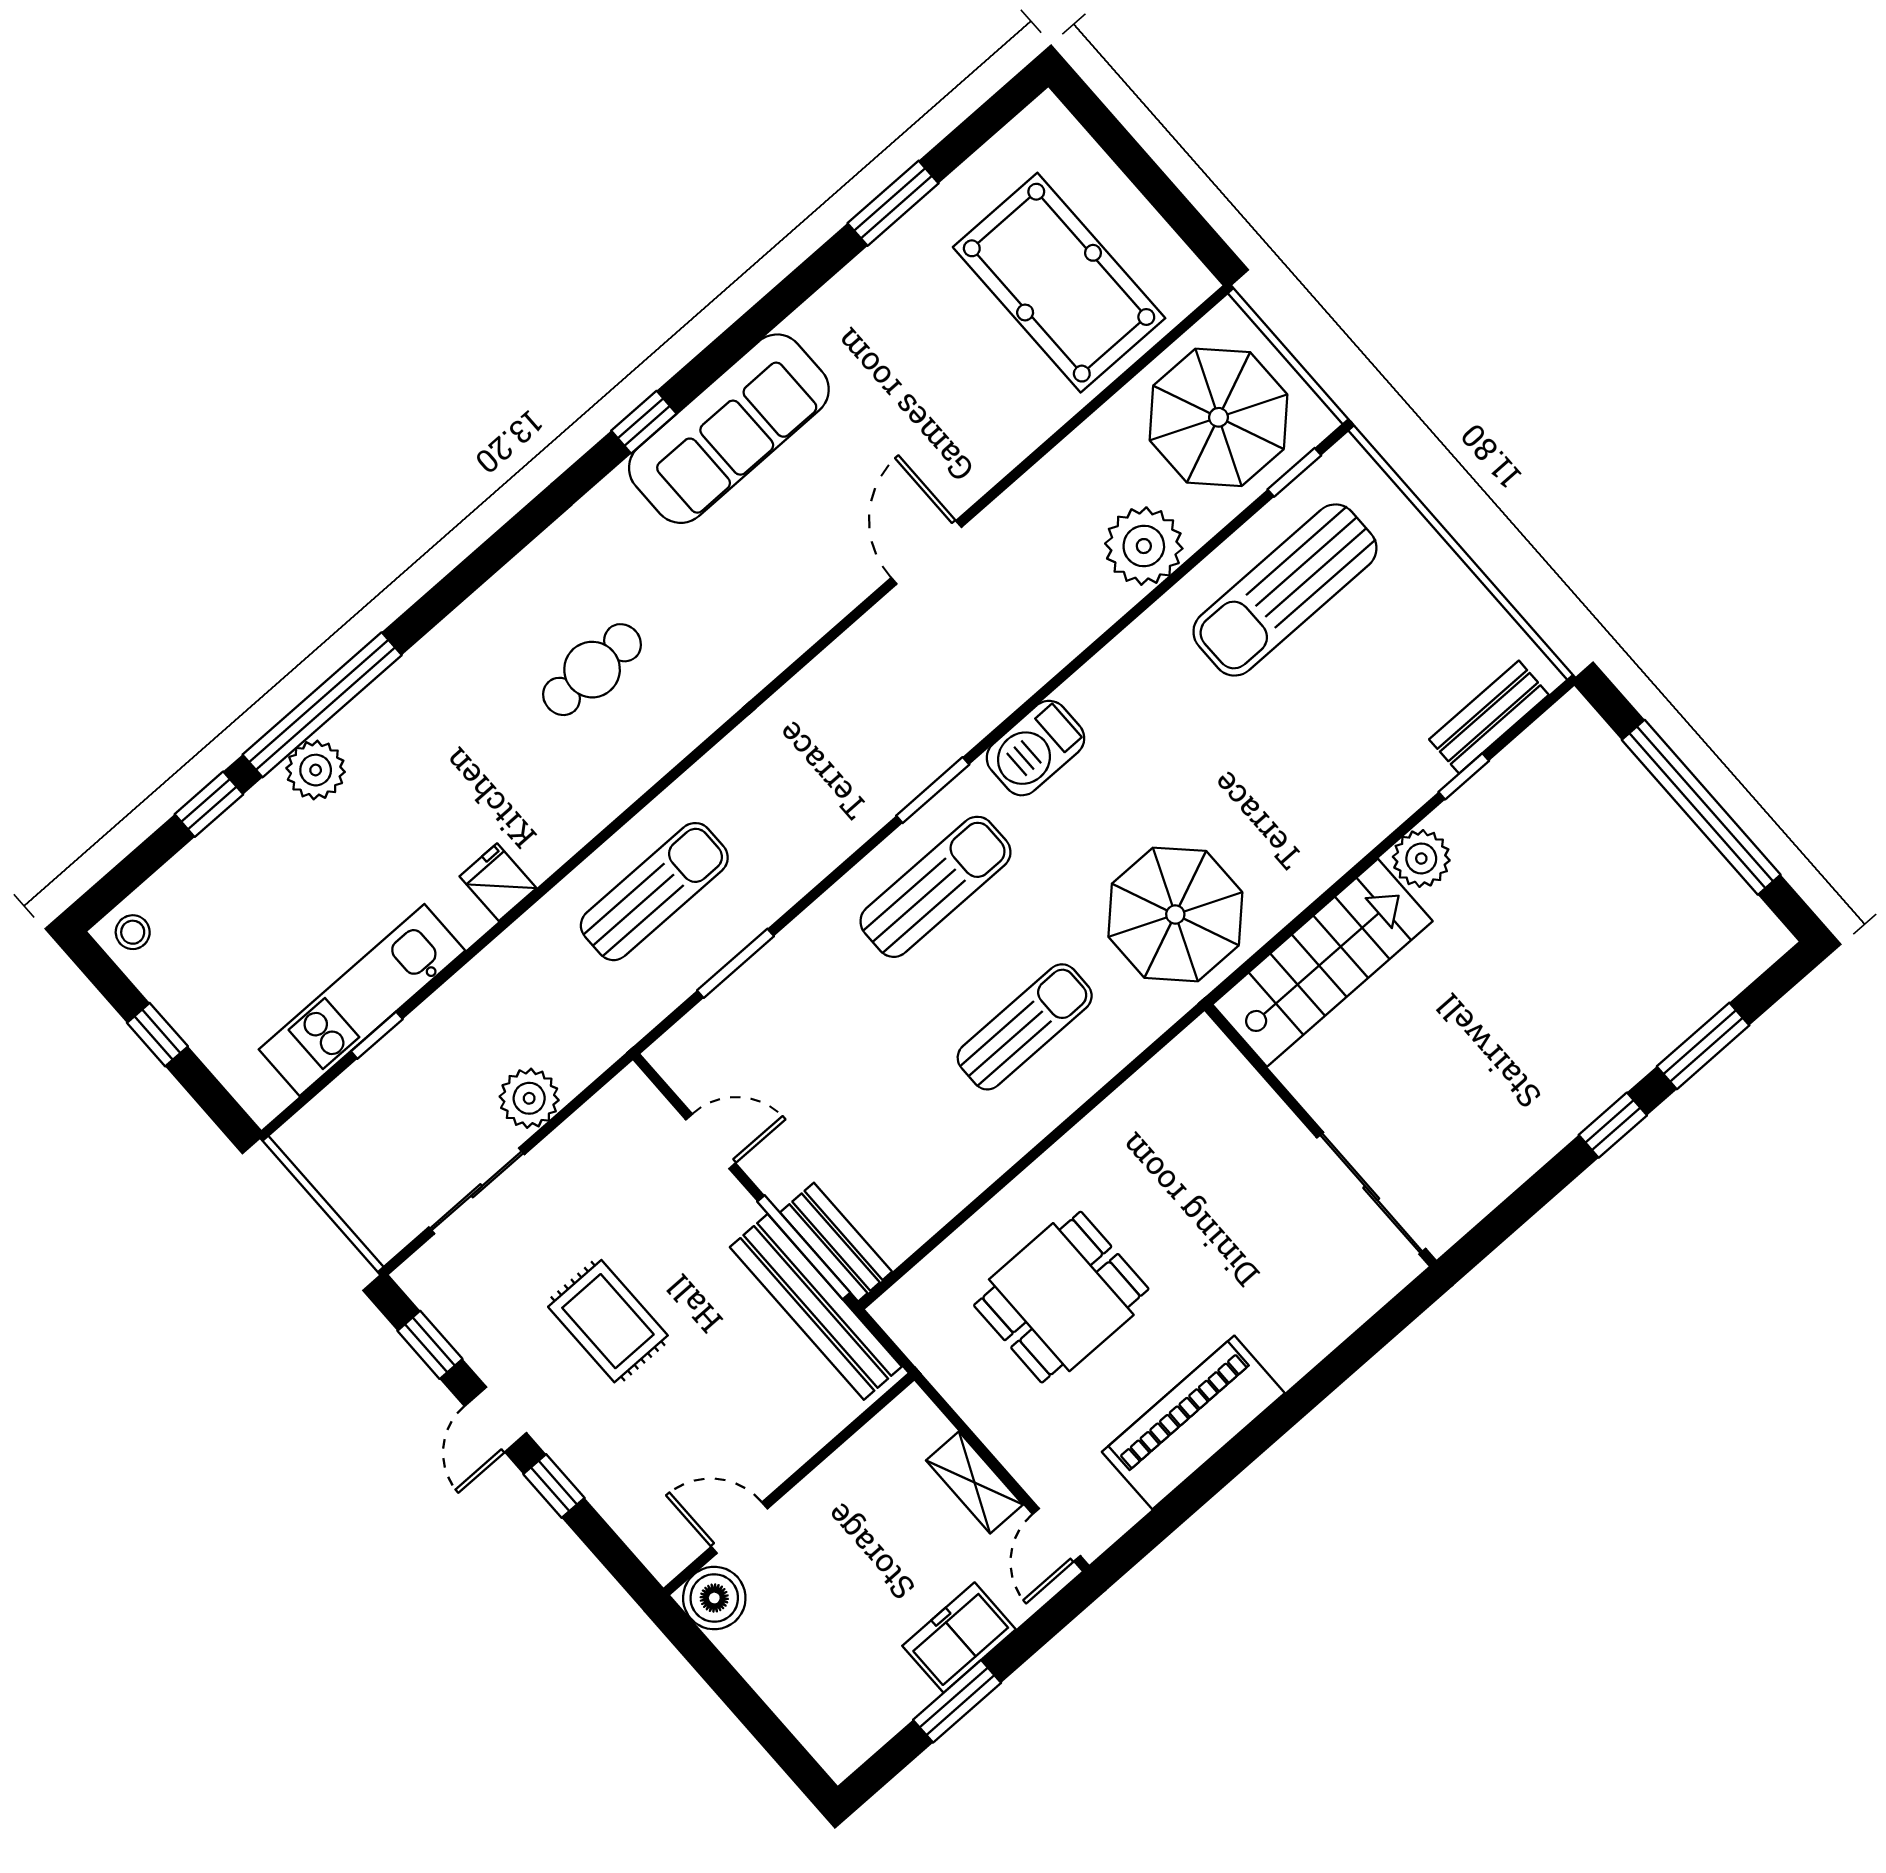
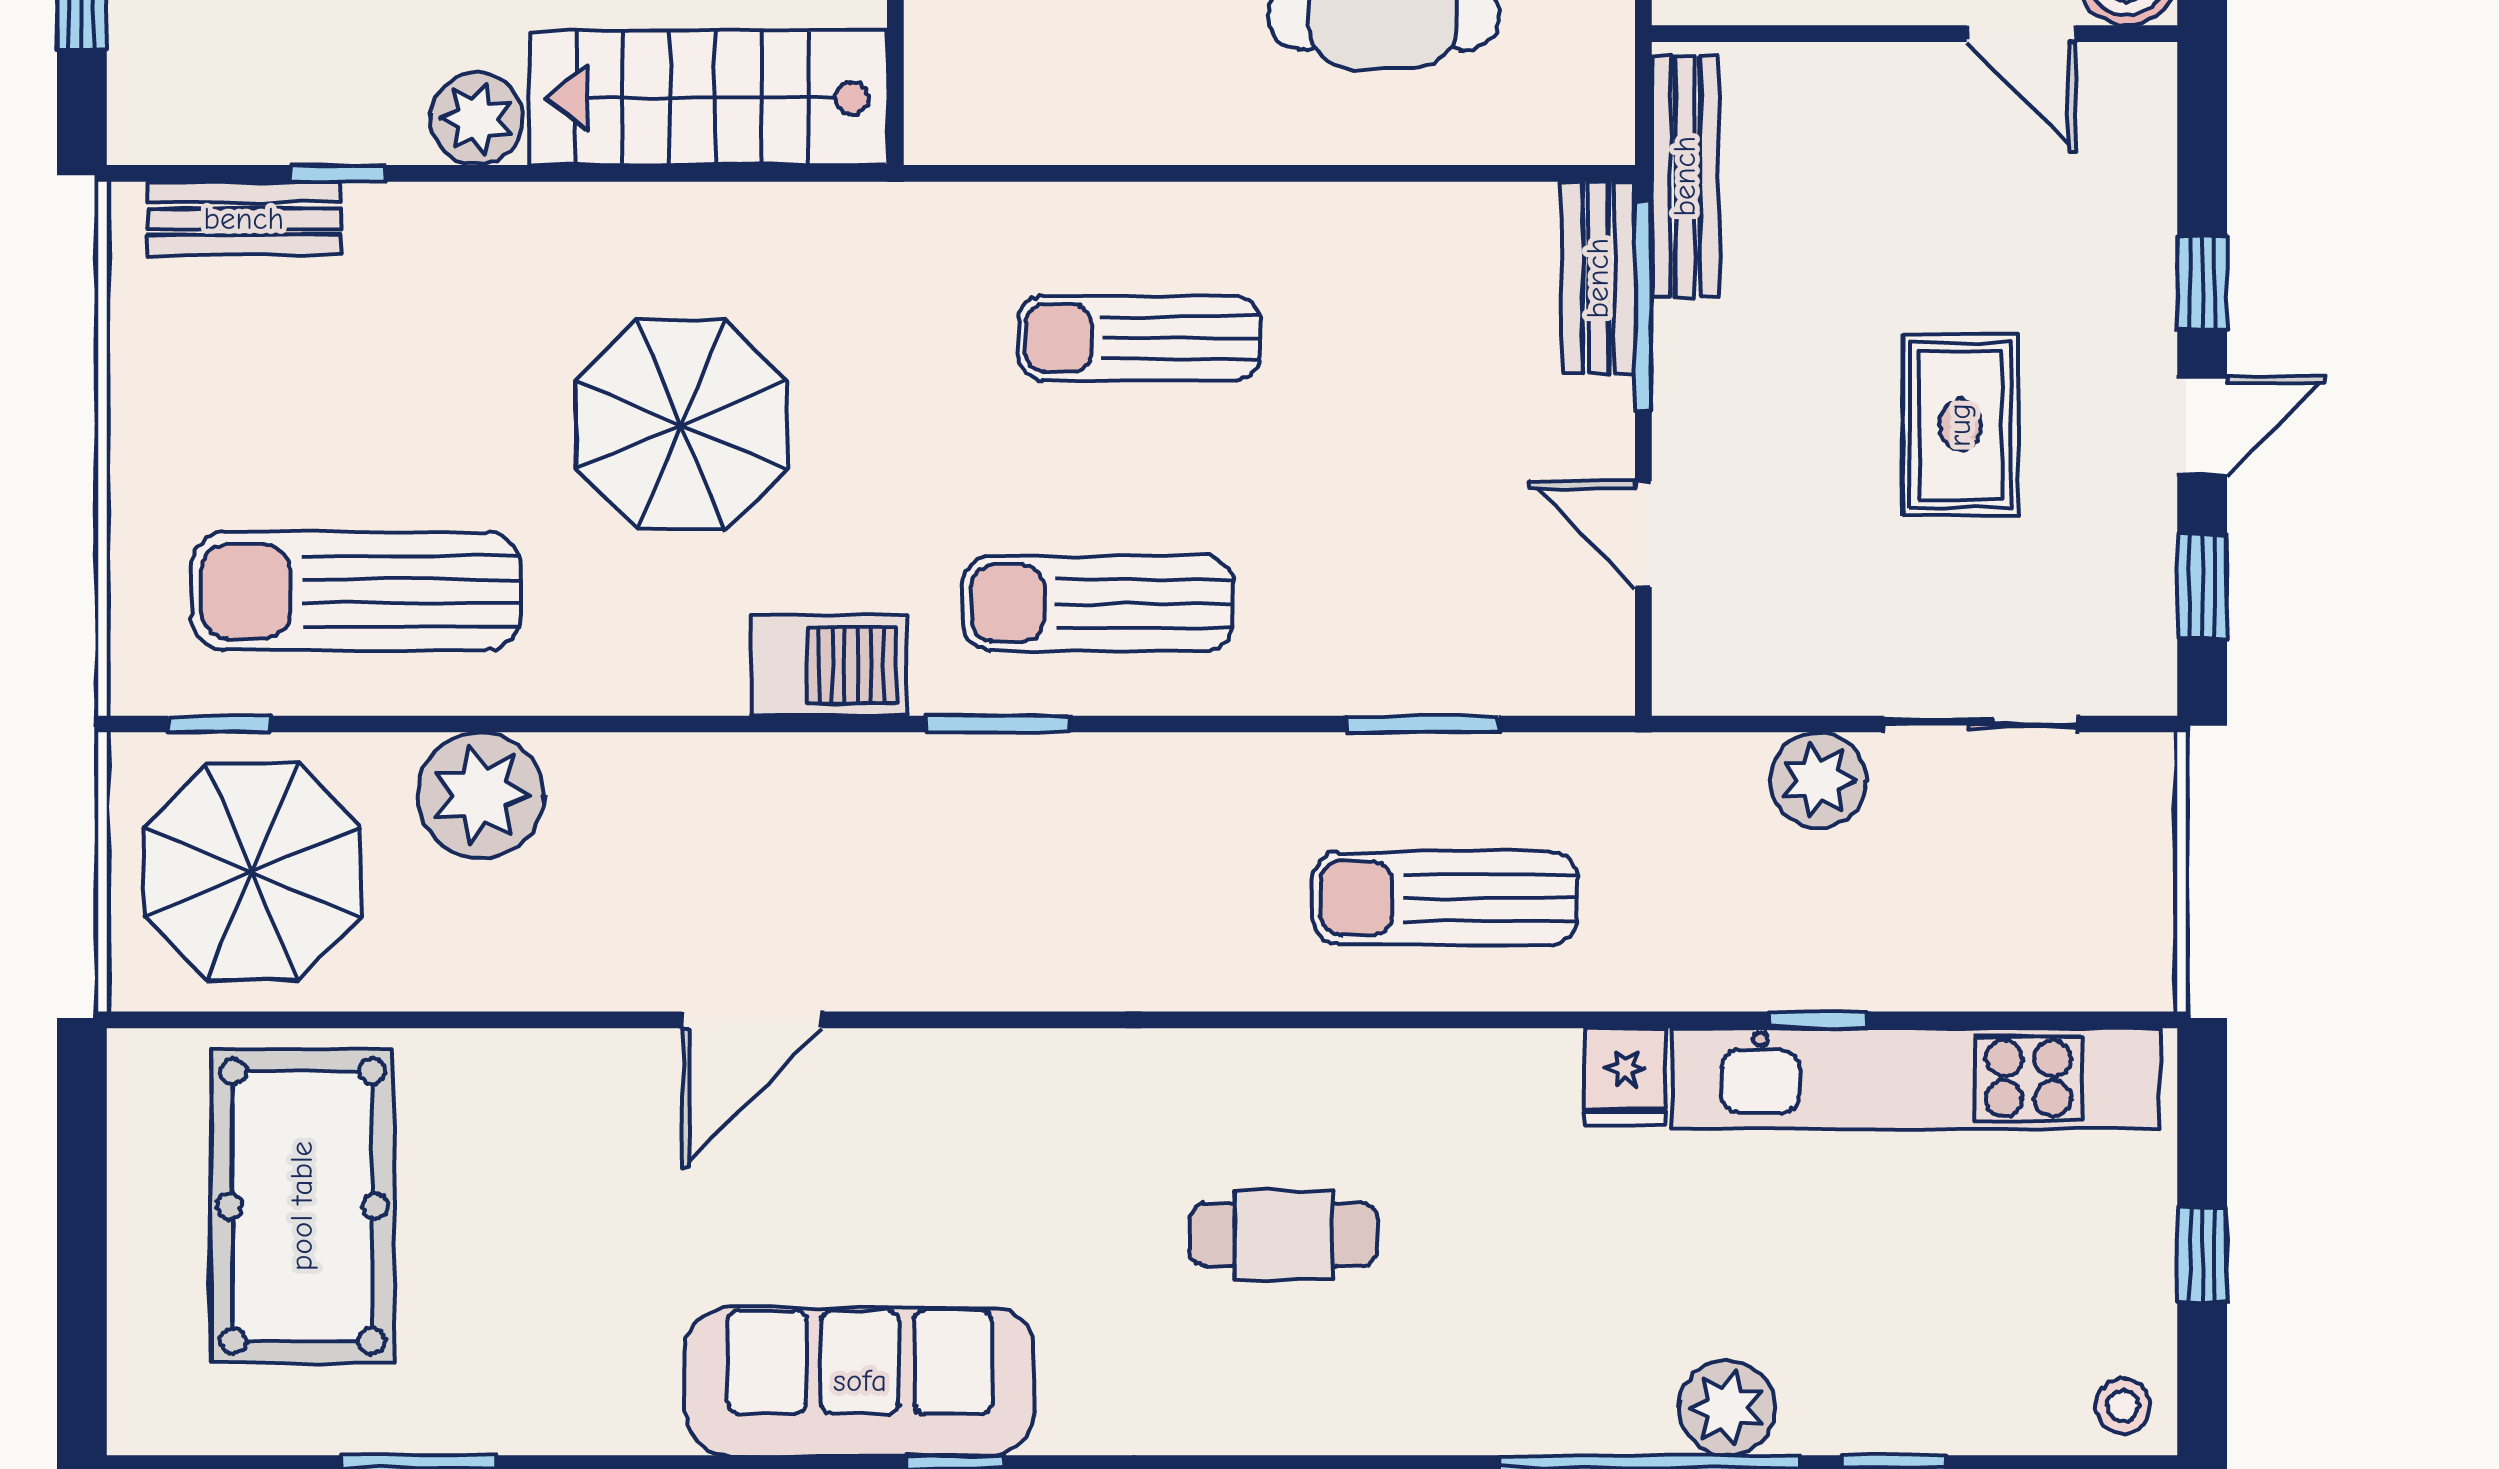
sun lounger: (1285, 590) -> (356, 591), turned 180
parasol: (1175, 914) -> (682, 425), moved
kitchen unit: (362, 1000) -> (1916, 1078), width x1.36
window: (377, 1035) -> (1818, 1020), moved
bench: (816, 1307) -> (1685, 176), width x0.73, depth x0.82

